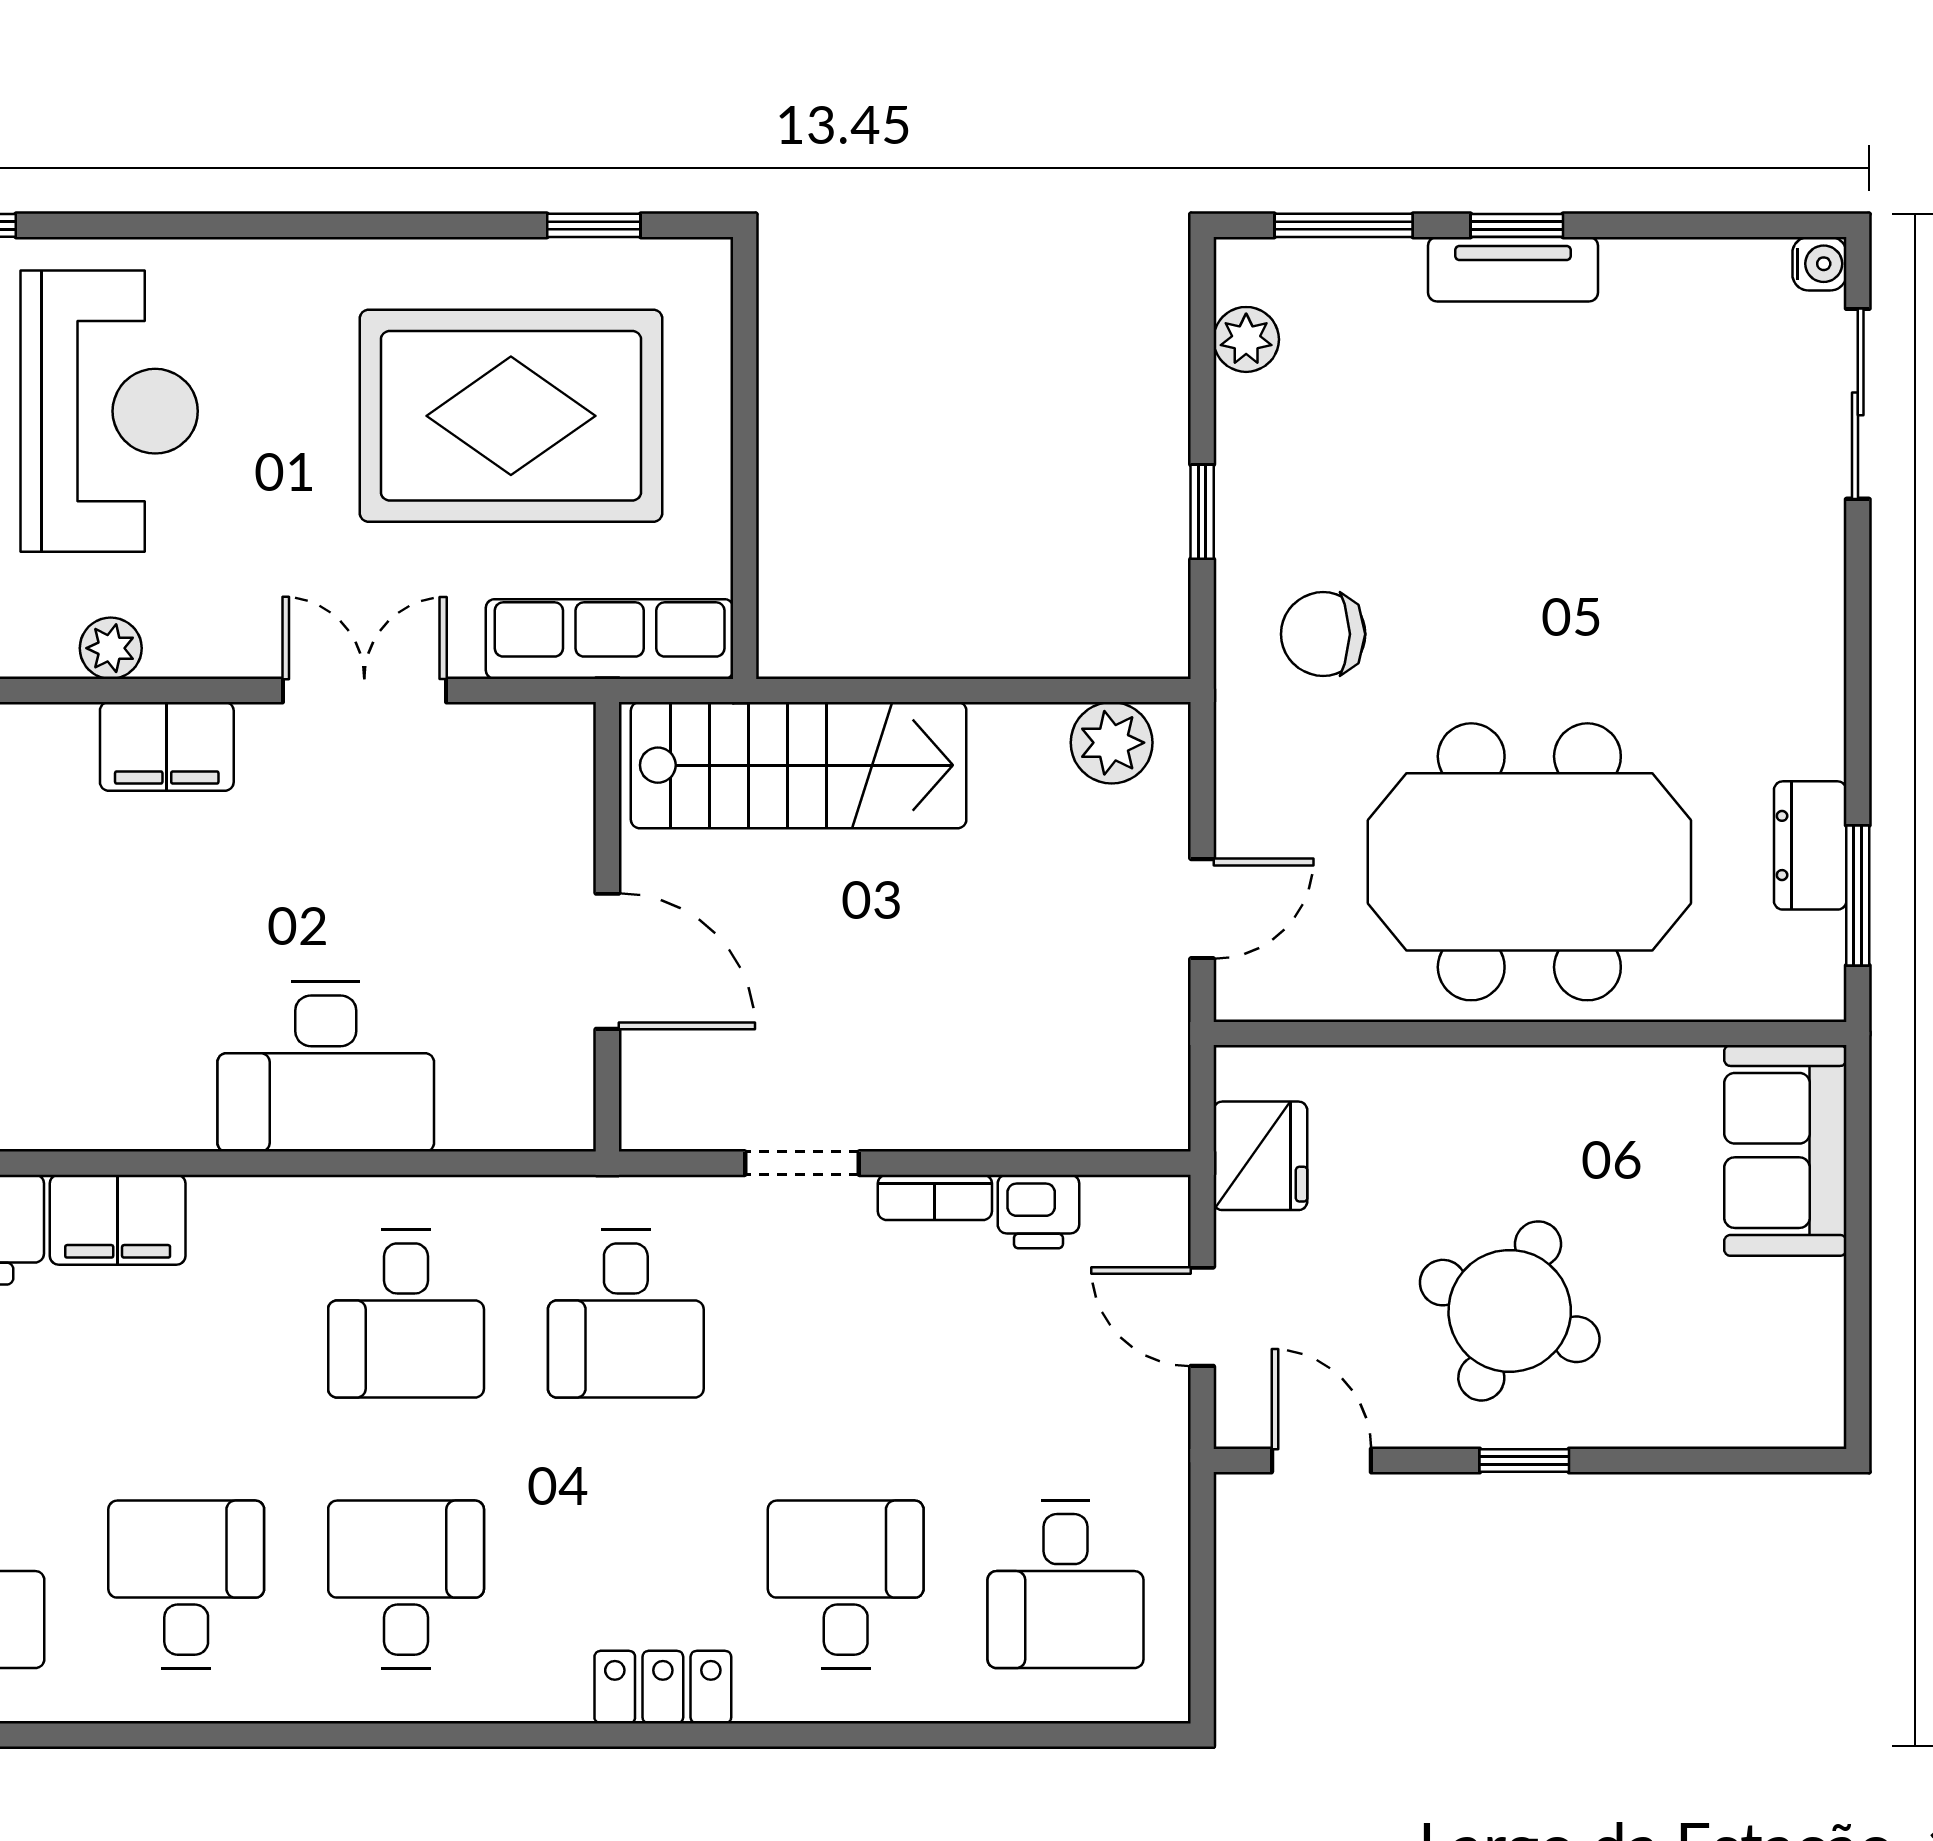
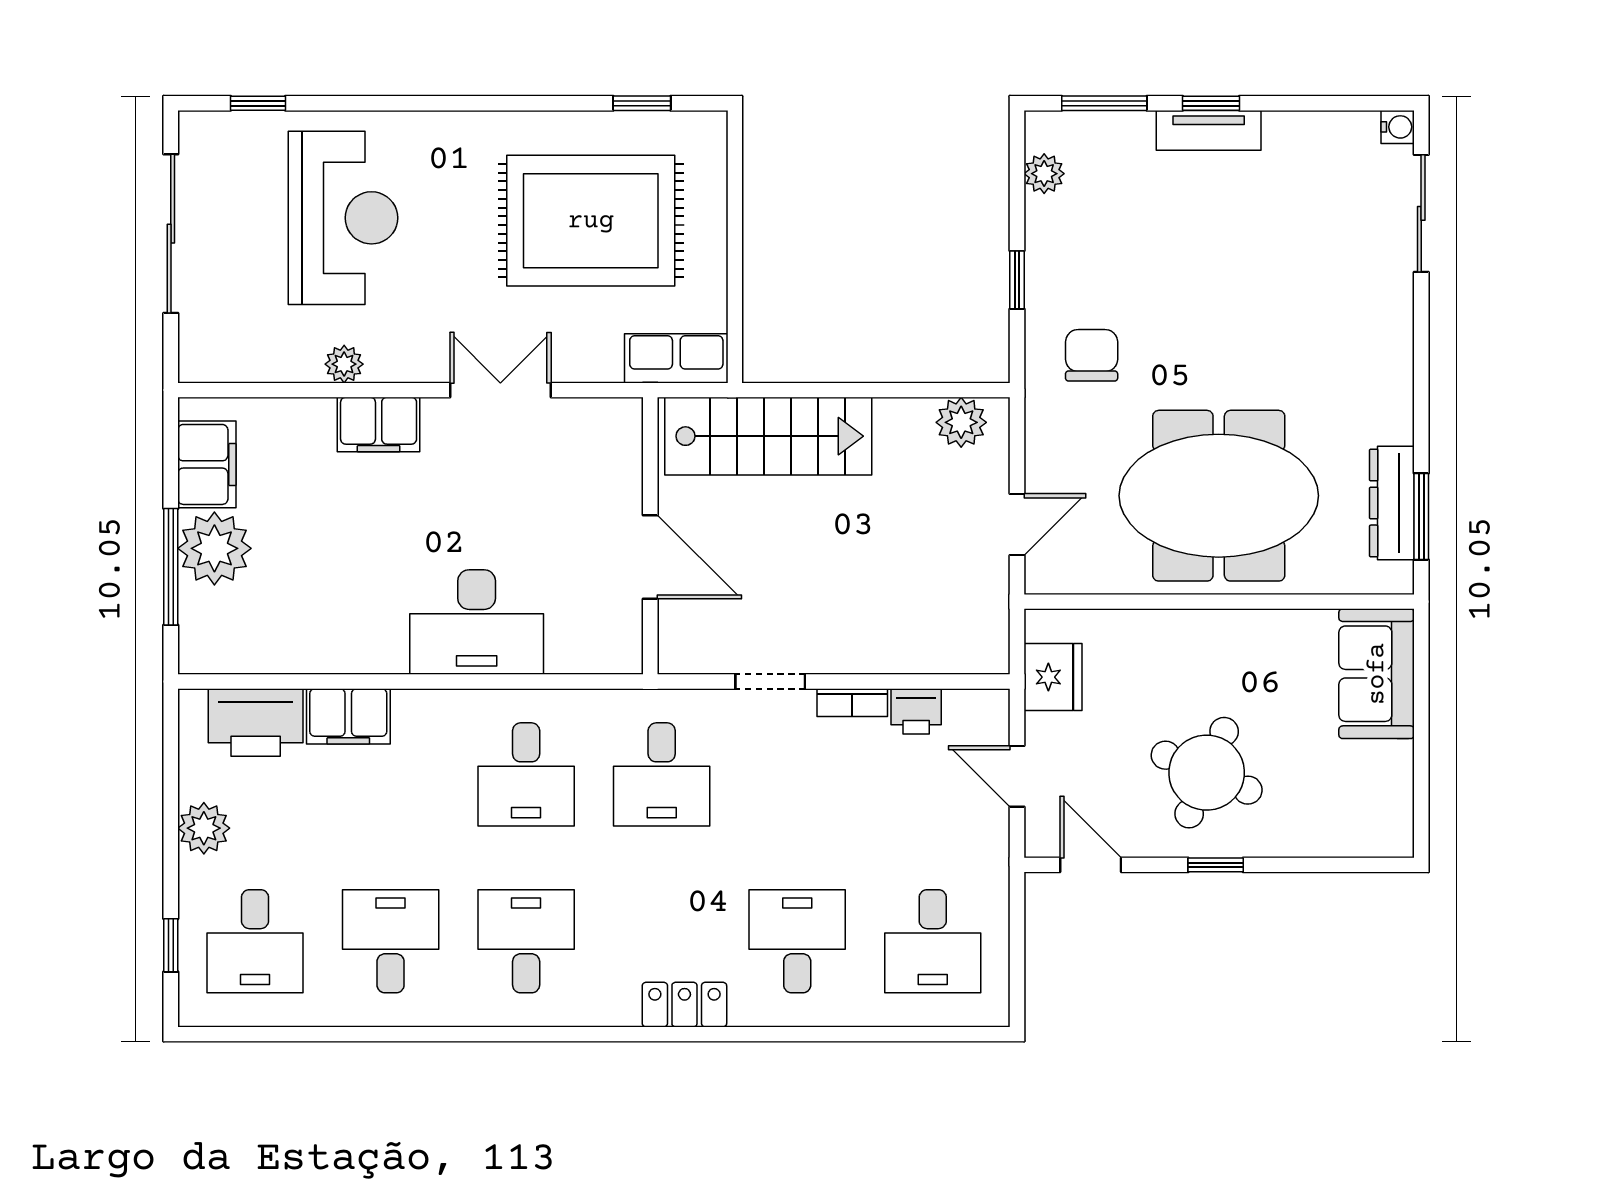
chair: (1323, 634) -> (1092, 355), turned 90
row of seats: (610, 639) -> (676, 358), width x0.68
dresser: (1810, 845) -> (1392, 503), width x1.44

